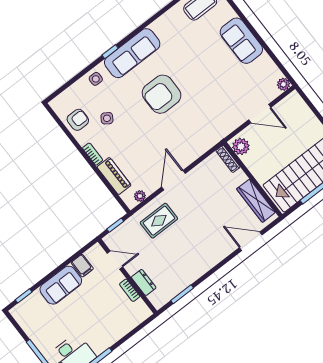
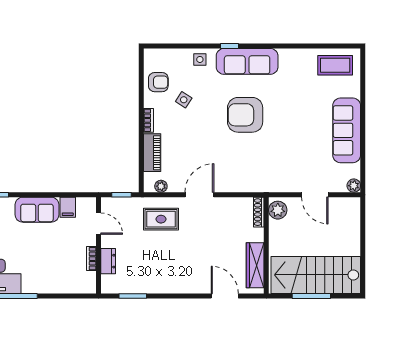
sofa: (241, 41) -> (347, 130), width x1.36

